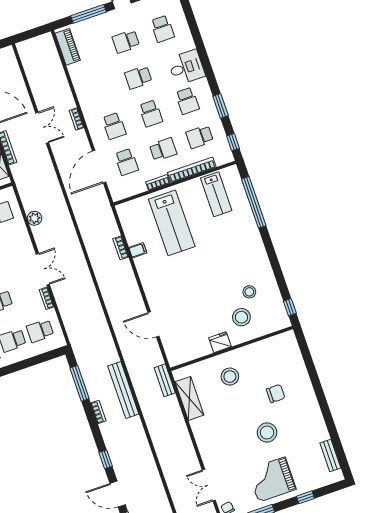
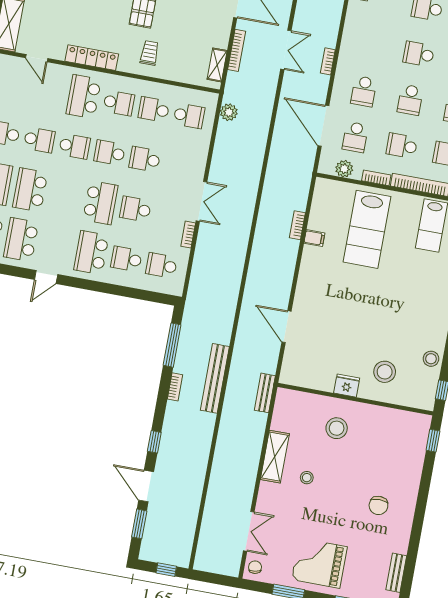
school desk: (163, 149) -> (402, 146), turned 180
door: (99, 167) -> (323, 126), hinge flipped
plant: (131, 189) -> (344, 169), added
plant: (35, 218) -> (229, 112), moved
stool: (249, 292) -> (431, 359), moved
window: (303, 347) -> (433, 441), added
chair: (276, 394) -> (378, 505), moved, turned 90
shelving: (189, 398) -> (275, 457), moved
stool: (267, 432) -> (307, 478), moved, width x0.53, depth x0.53
double door: (209, 485) -> (249, 531), swing flipped

